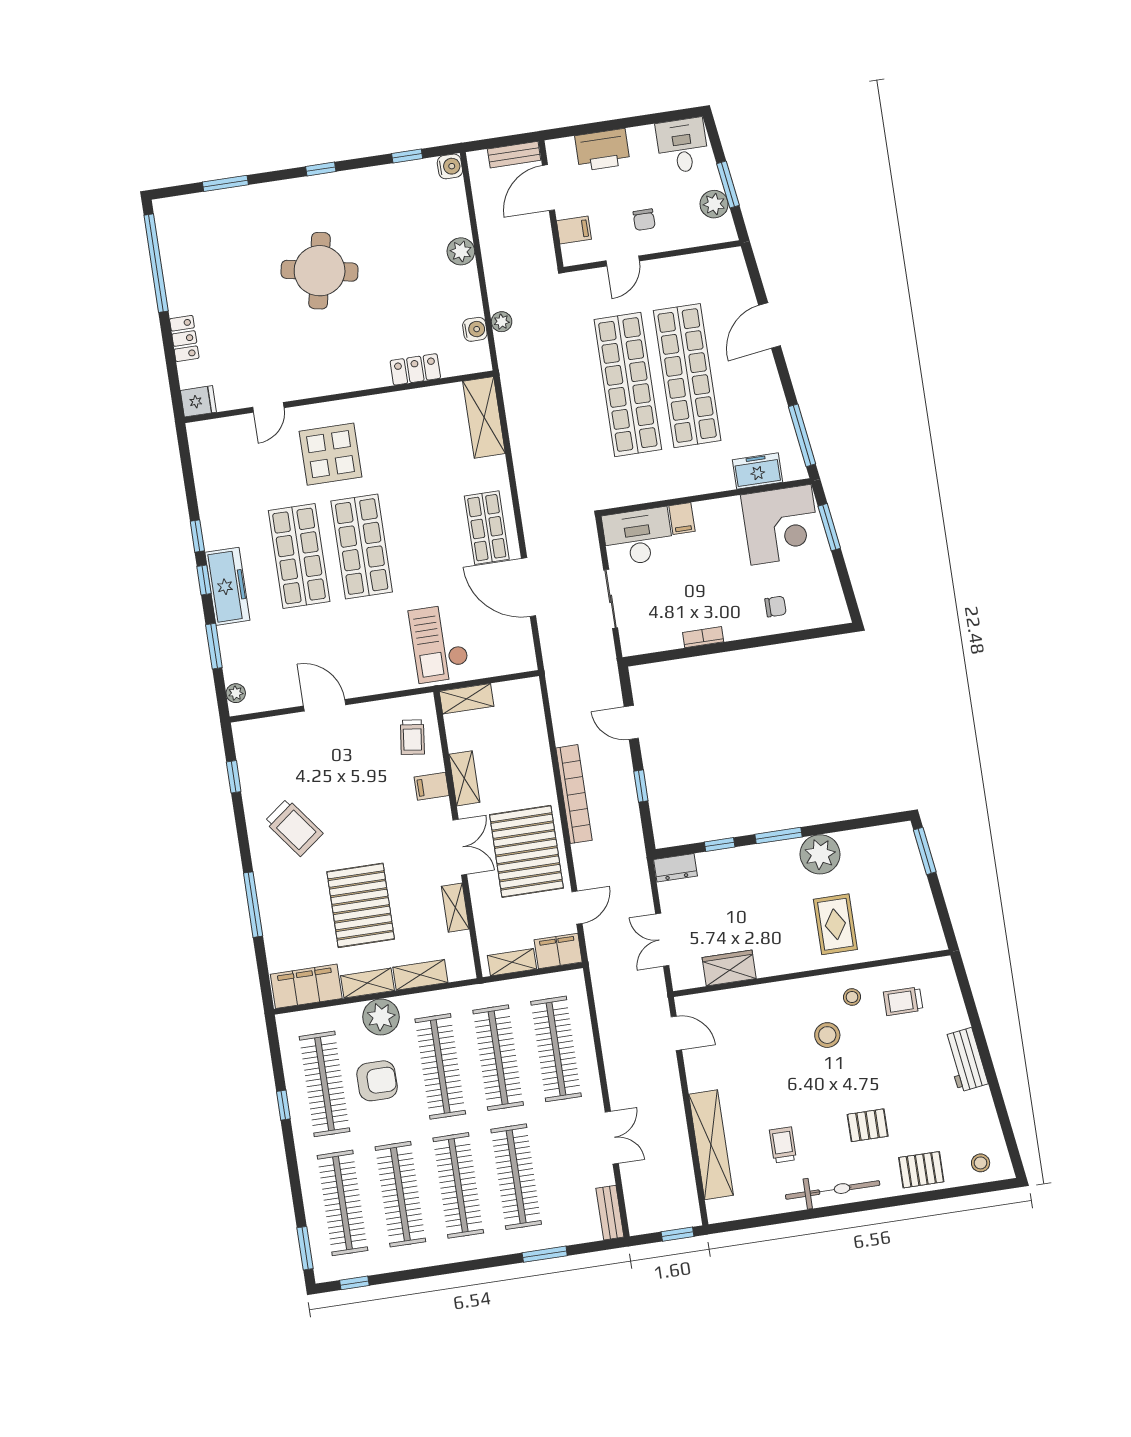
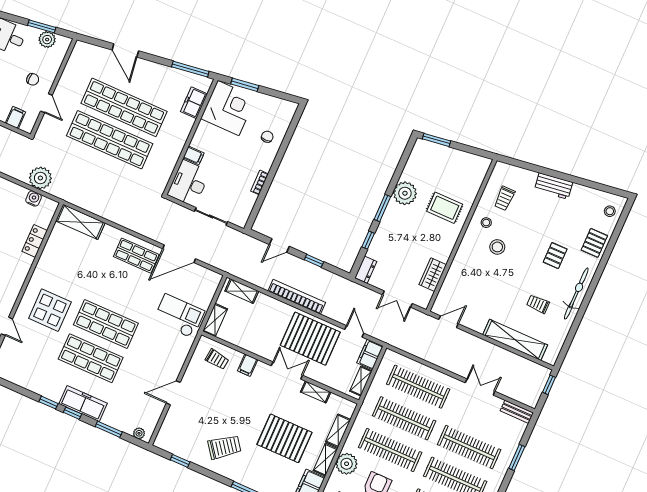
plant: (502, 322) -> (40, 178), width x1.88, depth x1.88
checkout: (439, 643) -> (179, 316), turned 180
shelving: (464, 778) -> (242, 291), moved

